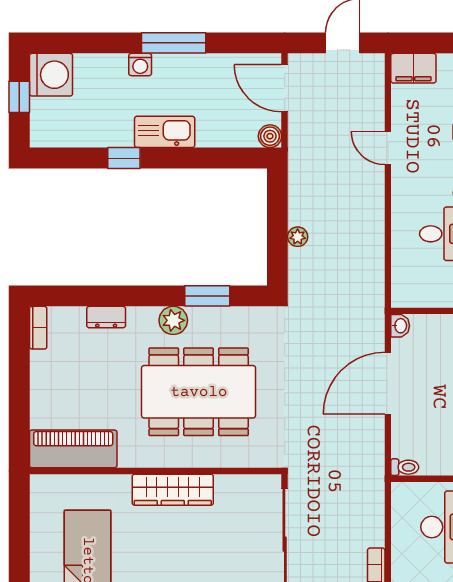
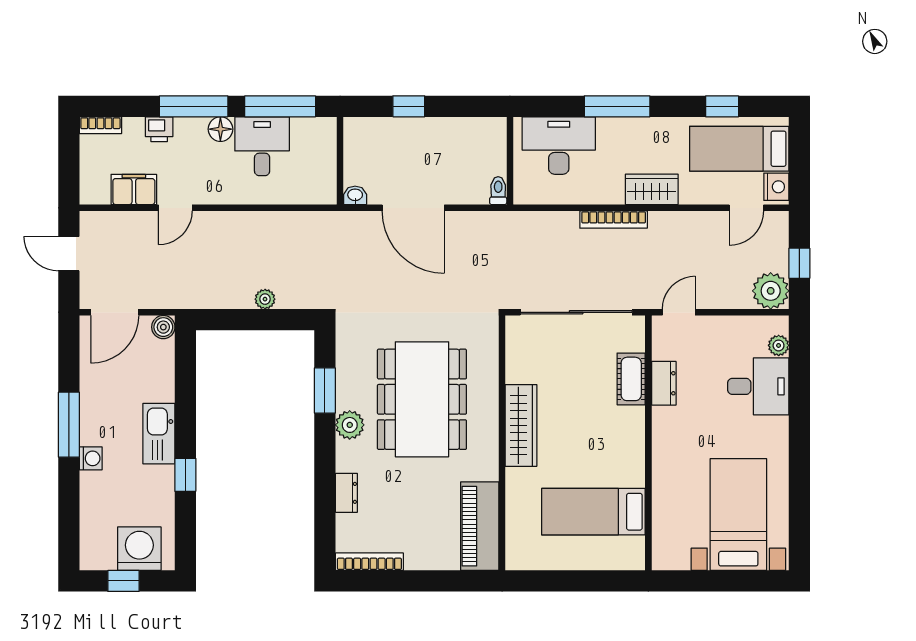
filing cabinet: (413, 68) -> (134, 189), moved, turned -90
washing machine: (51, 75) -> (139, 549), moved
bookcase: (38, 328) -> (369, 562), width x1.56

